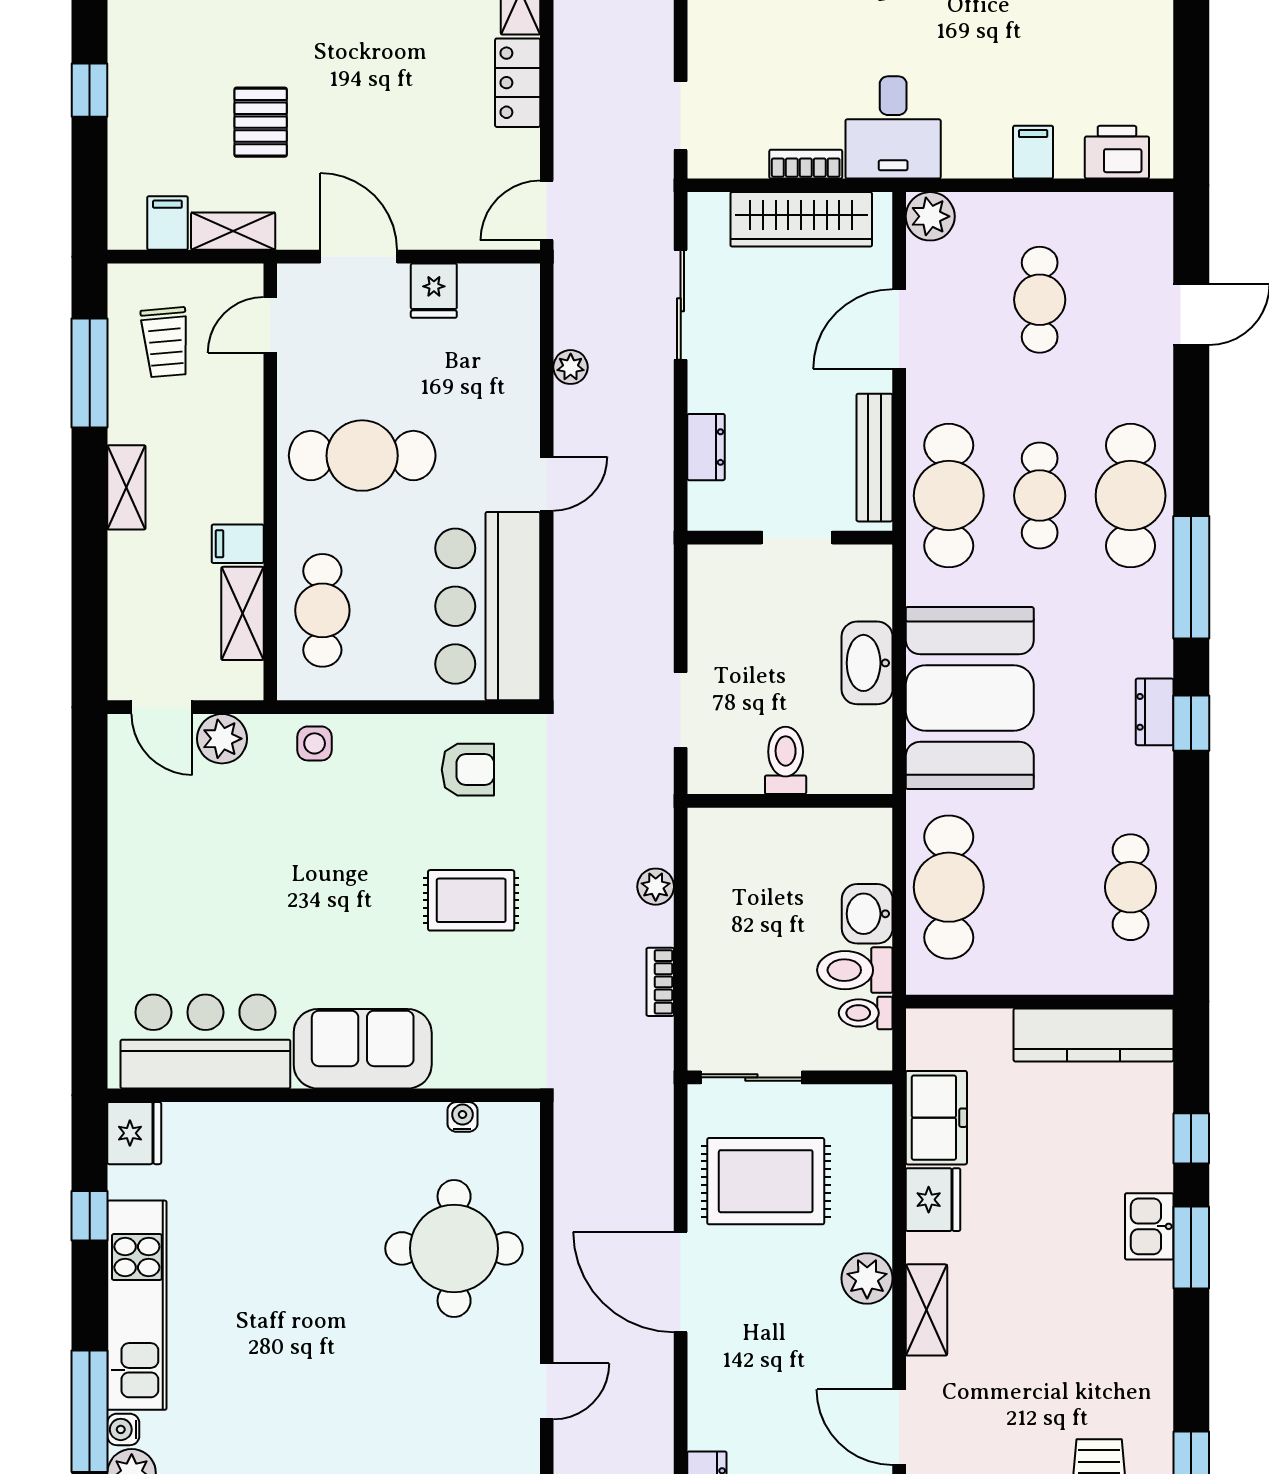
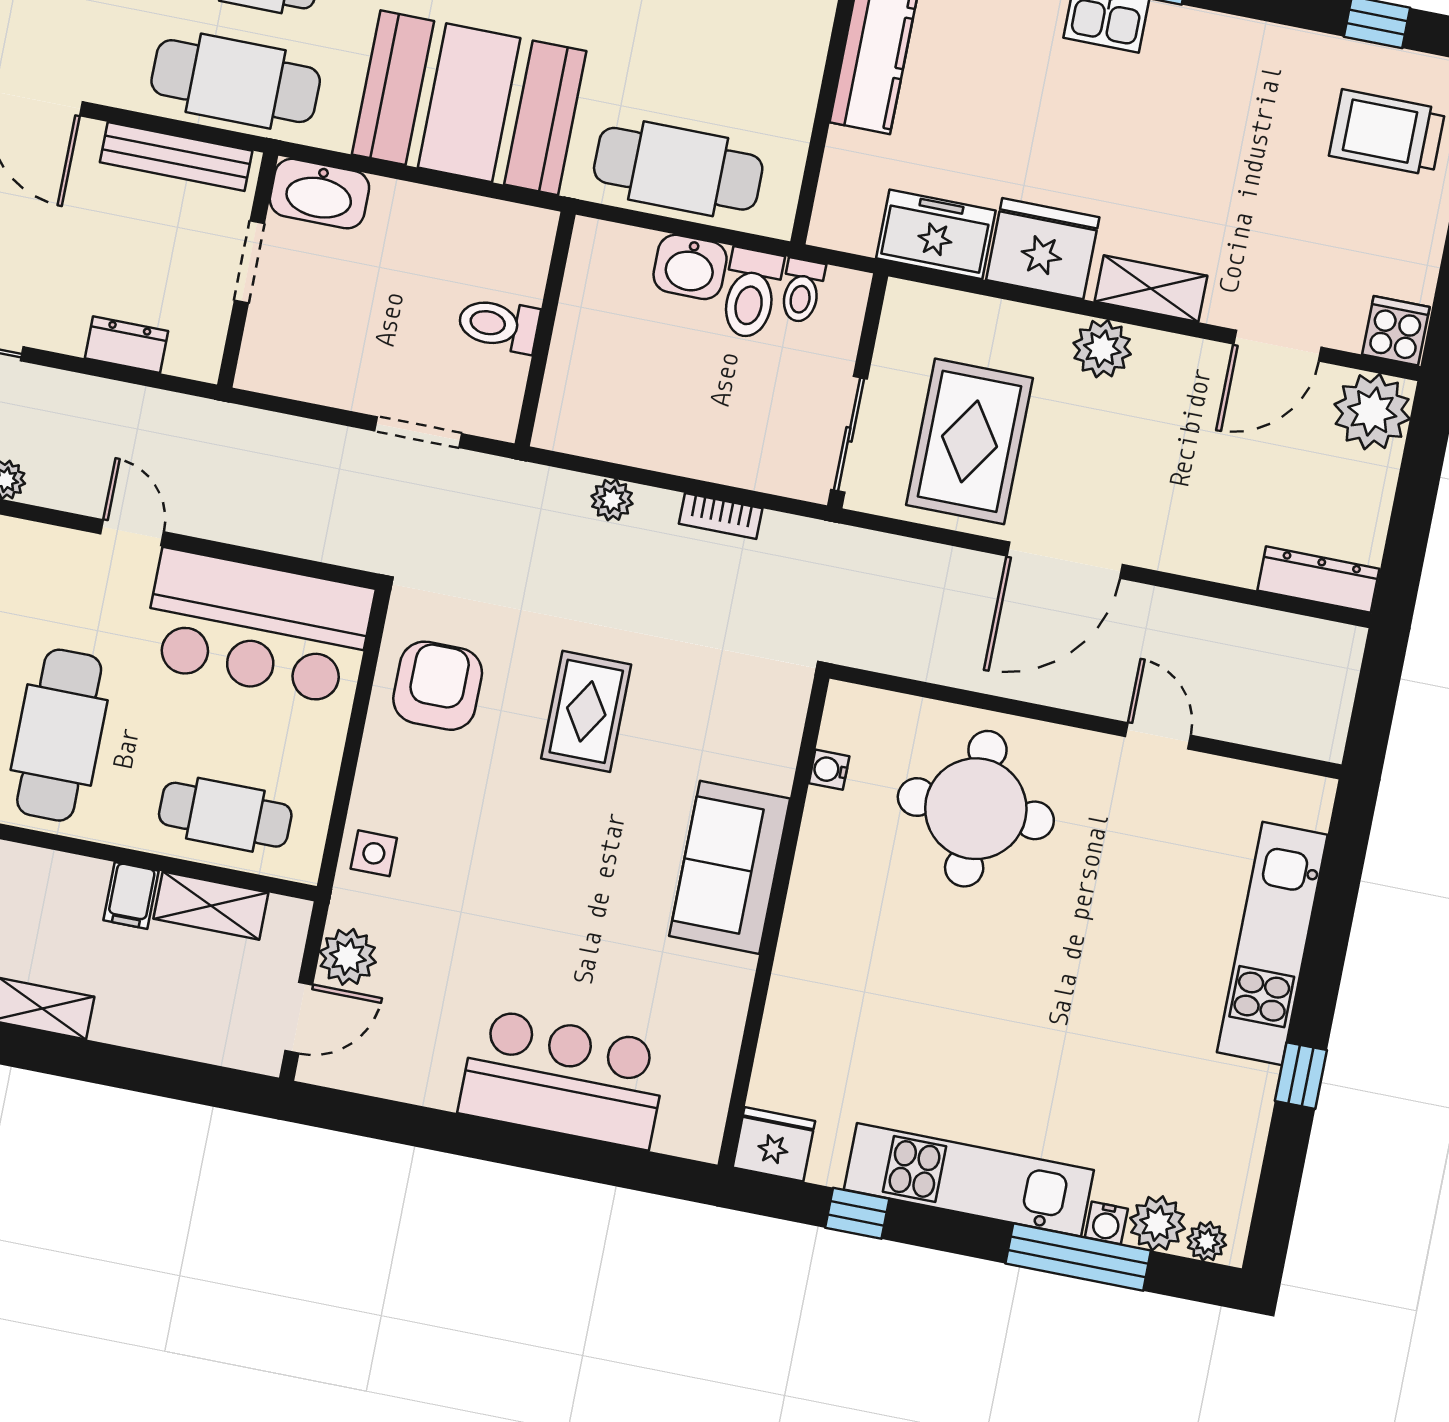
washbasin: (867, 663) -> (319, 194), moved
armchair: (468, 770) -> (438, 686), width x1.38, depth x1.38
bar counter: (205, 1041) -> (563, 1079), moved, turned 90
fridge: (933, 1200) -> (1043, 249), width x1.36, depth x1.34

